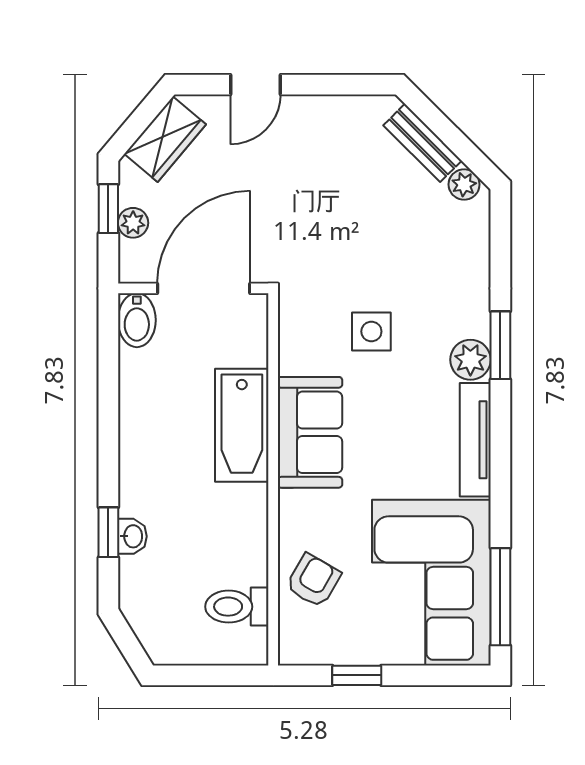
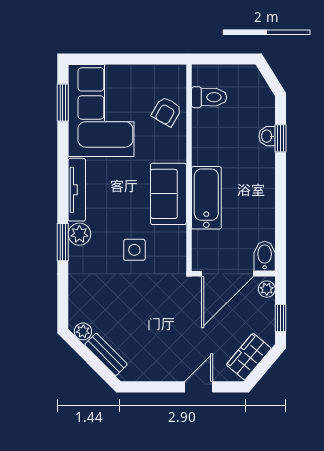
plant: (133, 223) -> (267, 289), moved
window: (500, 597) -> (63, 103), width x0.69
window: (357, 675) -> (142, 59), removed

